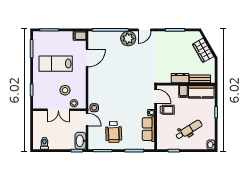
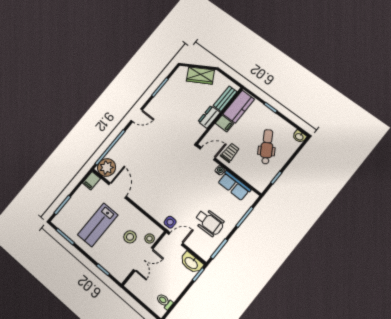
door: (145, 30) -> (137, 115), hinge flipped
plant: (128, 39) -> (107, 168), moved

